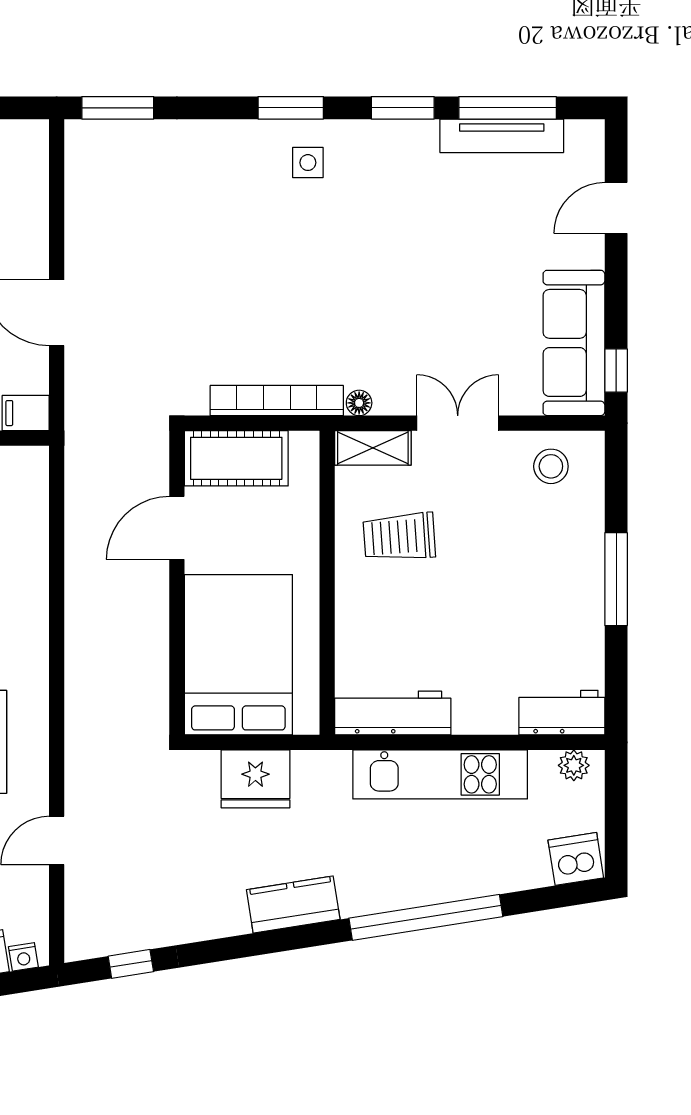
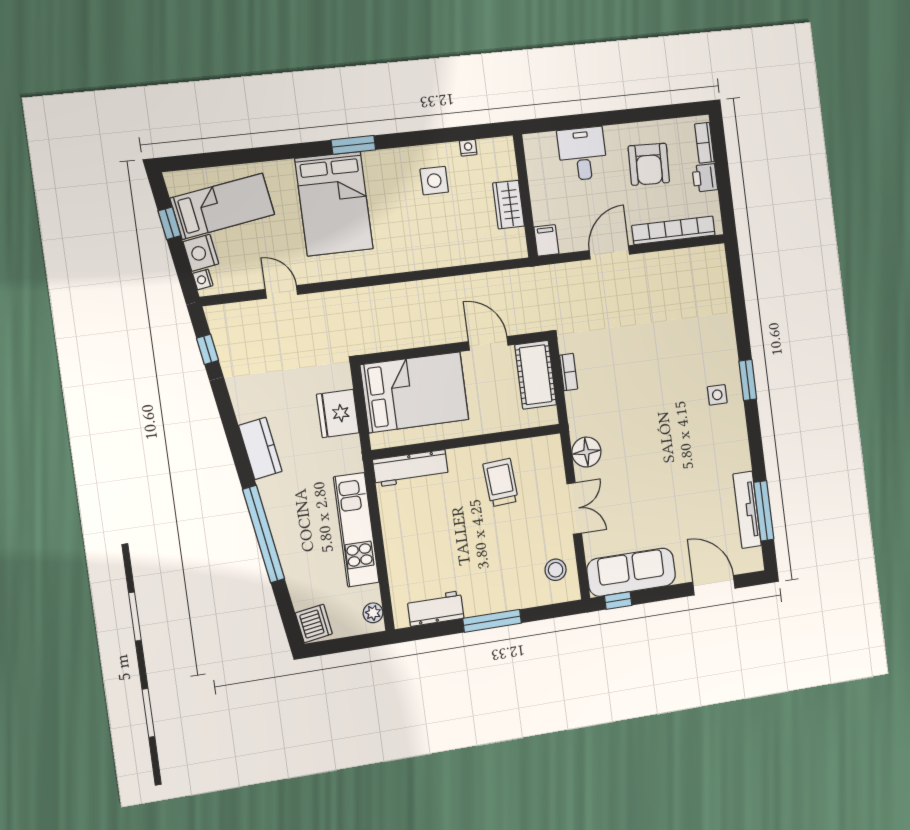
window: (118, 108) -> (735, 275), removed
window: (403, 108) -> (756, 448), removed
bookcase: (34, 202) -> (674, 230), added
door: (616, 208) -> (714, 585), width x1.38
bookcase: (277, 401) -> (569, 372), width x0.43, depth x0.76
floor lamp: (359, 403) -> (586, 452), width x1.89, depth x1.89
shelving: (373, 448) -> (553, 458), removed
workbench: (393, 713) -> (411, 468), moved, turned 90
workbench: (562, 713) -> (435, 609), moved, turned -90

